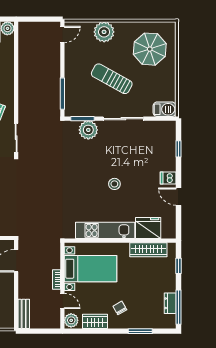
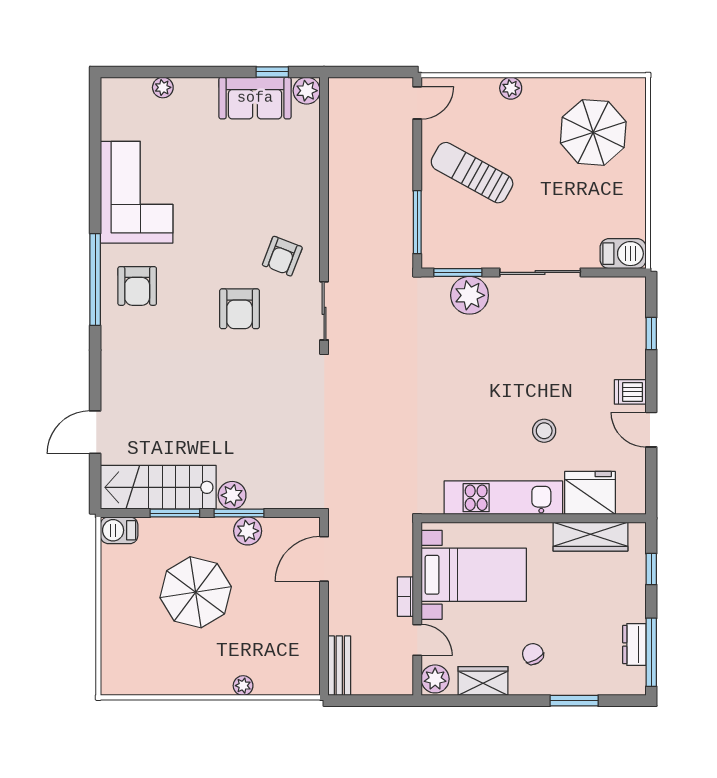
plant: (104, 32) -> (511, 88), width x0.53, depth x0.53
sun lounger: (112, 79) -> (472, 173), moved
stool: (114, 184) -> (544, 431), moved

